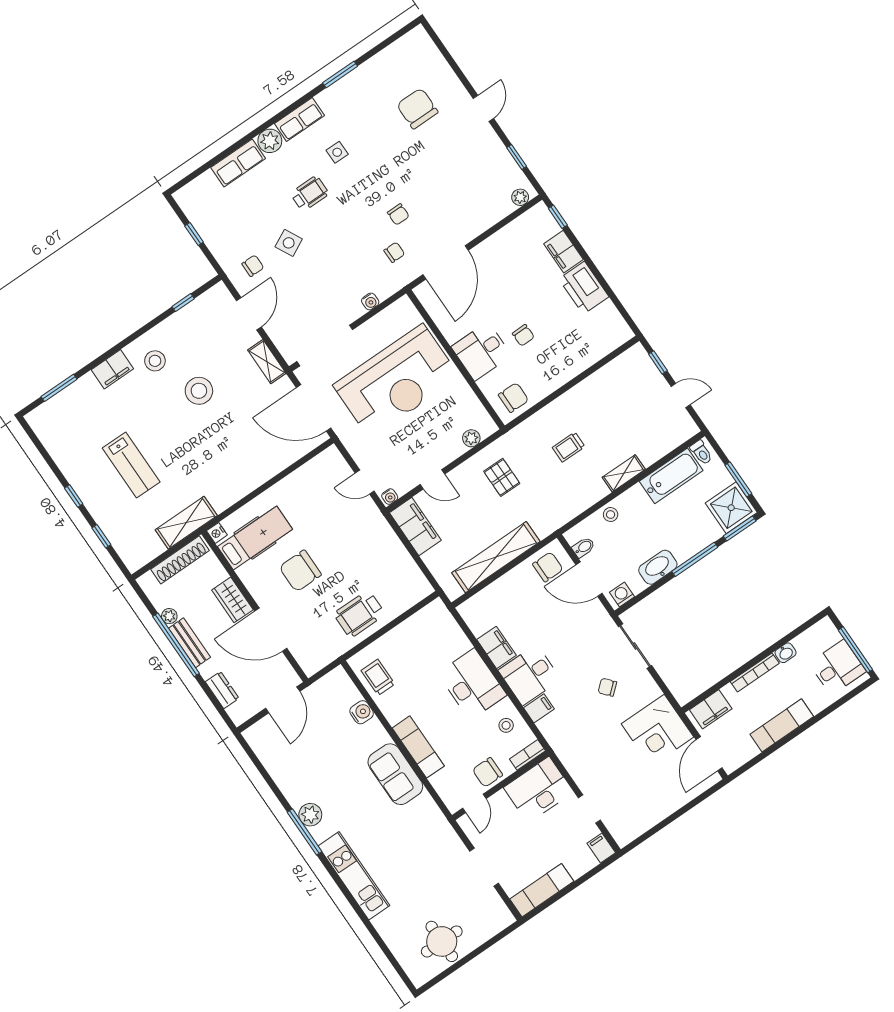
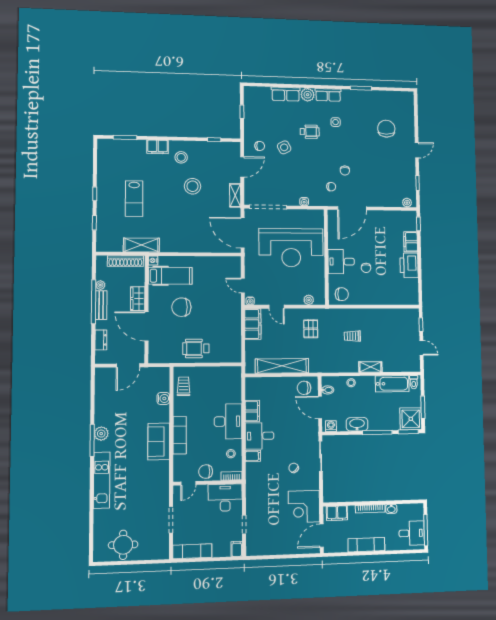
chair: (548, 567) -> (304, 388), turned 180

